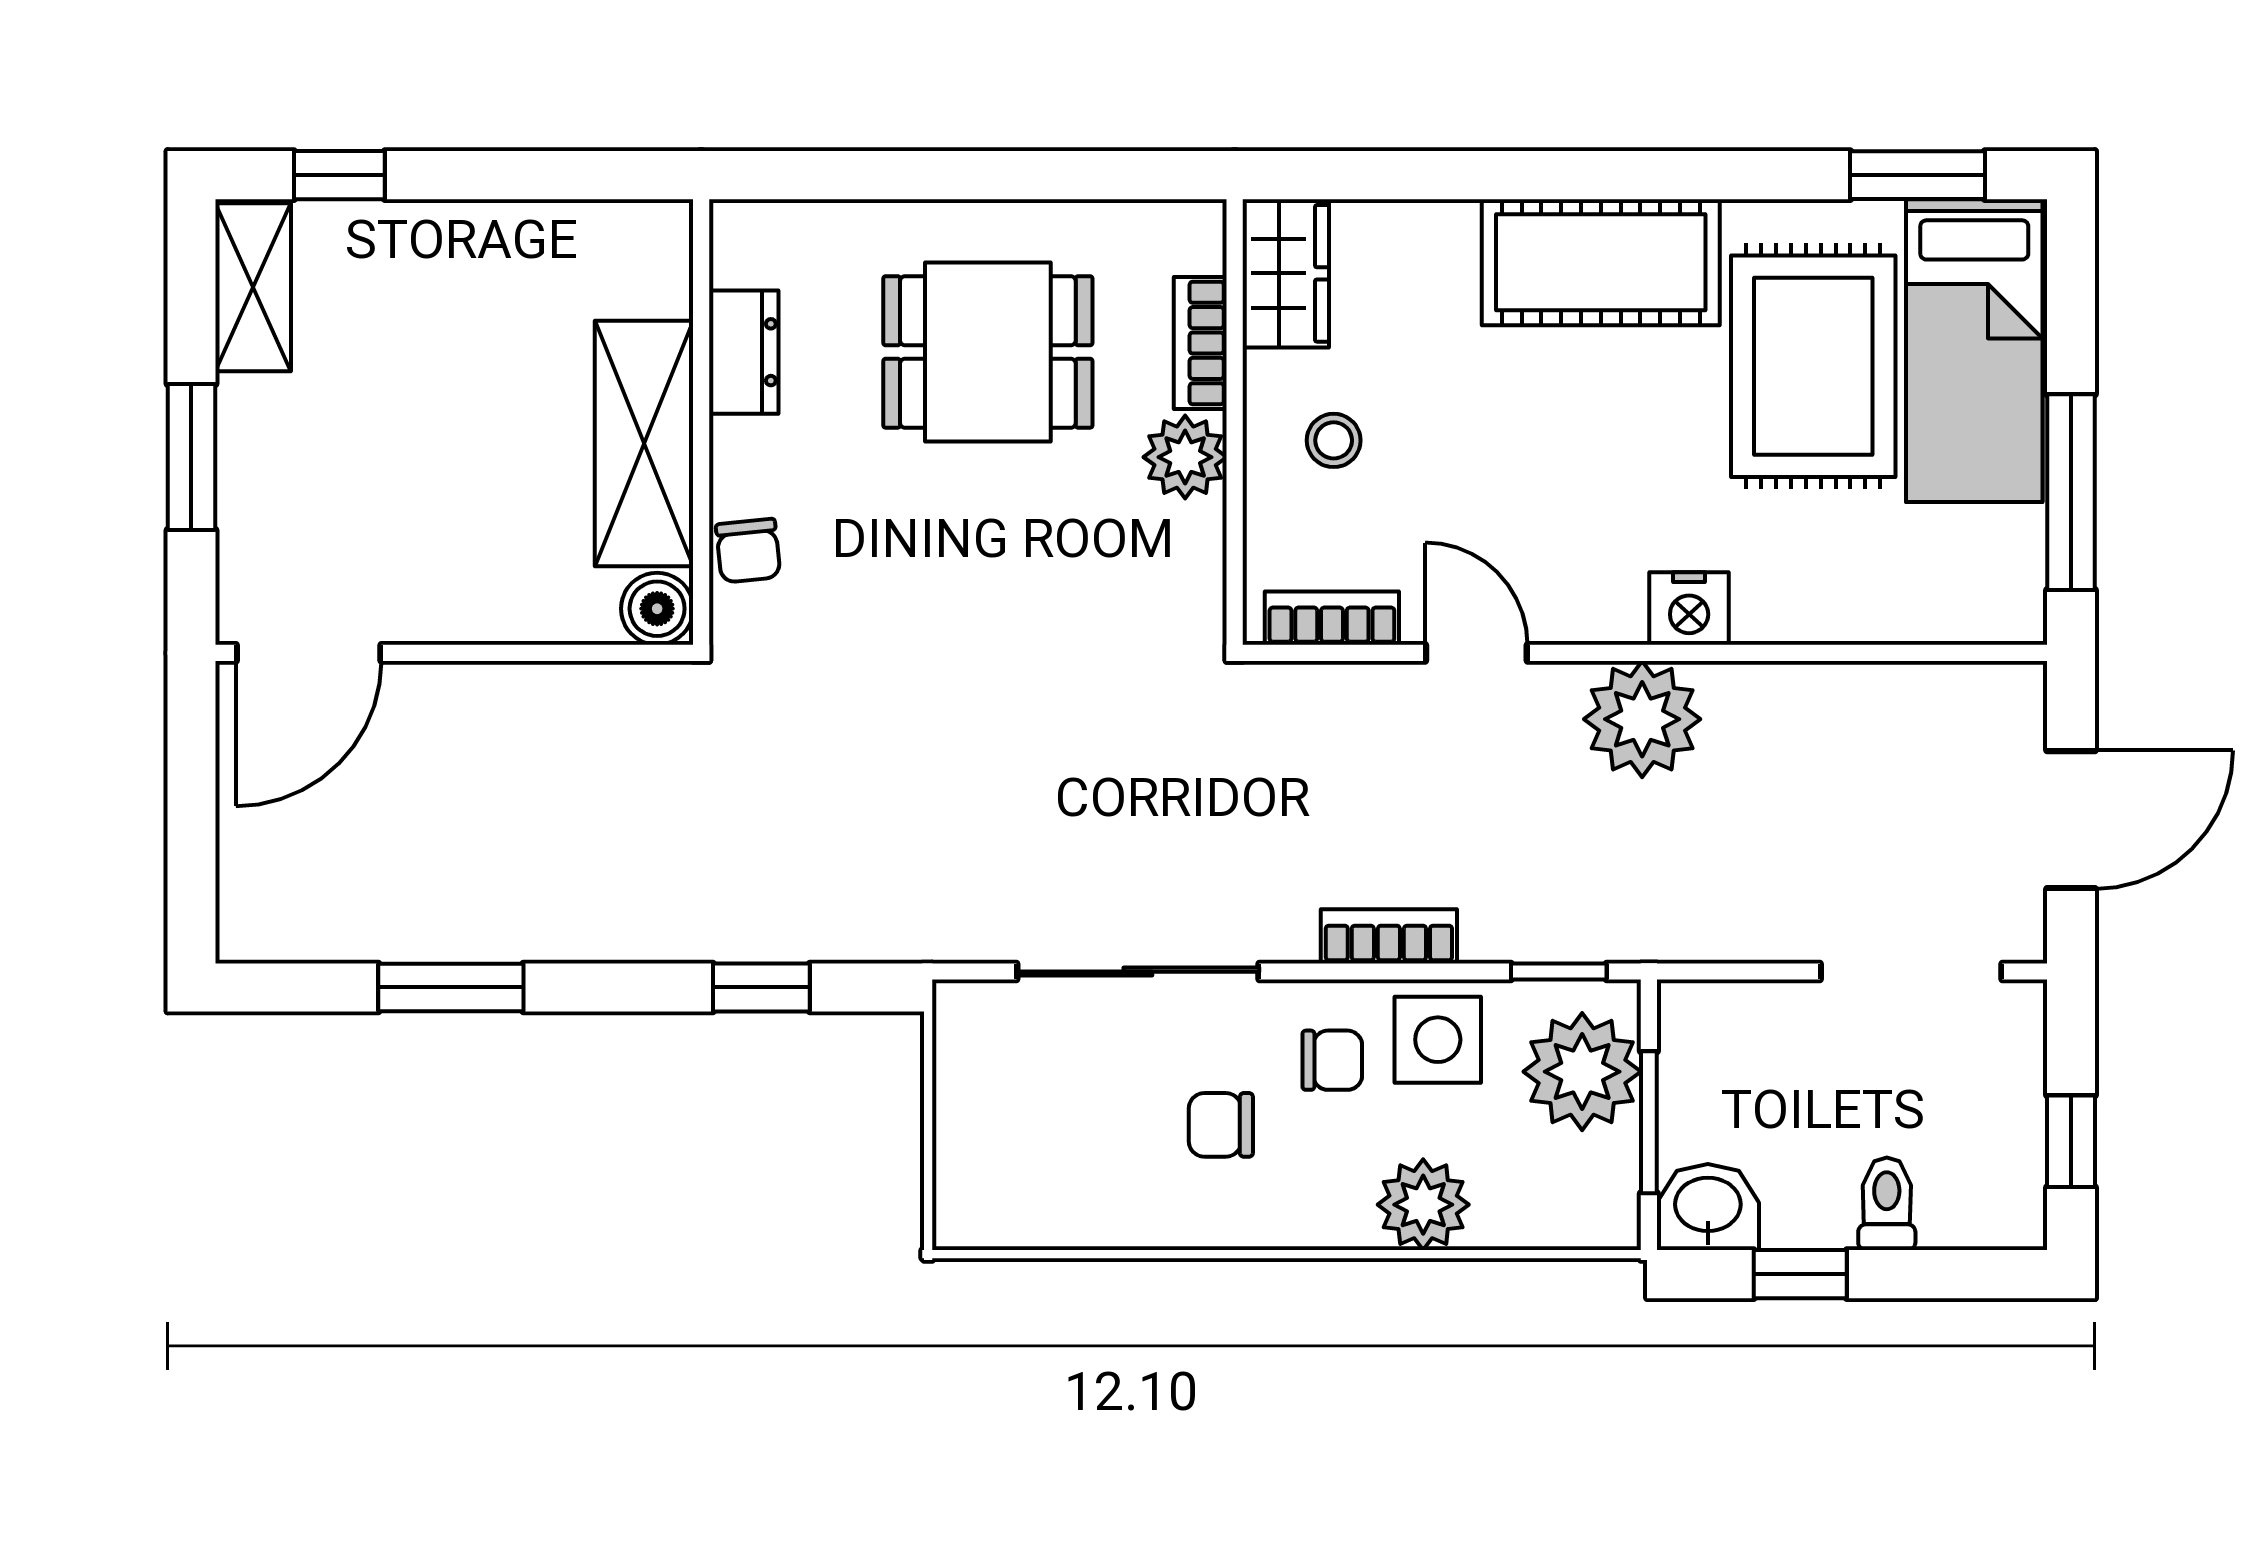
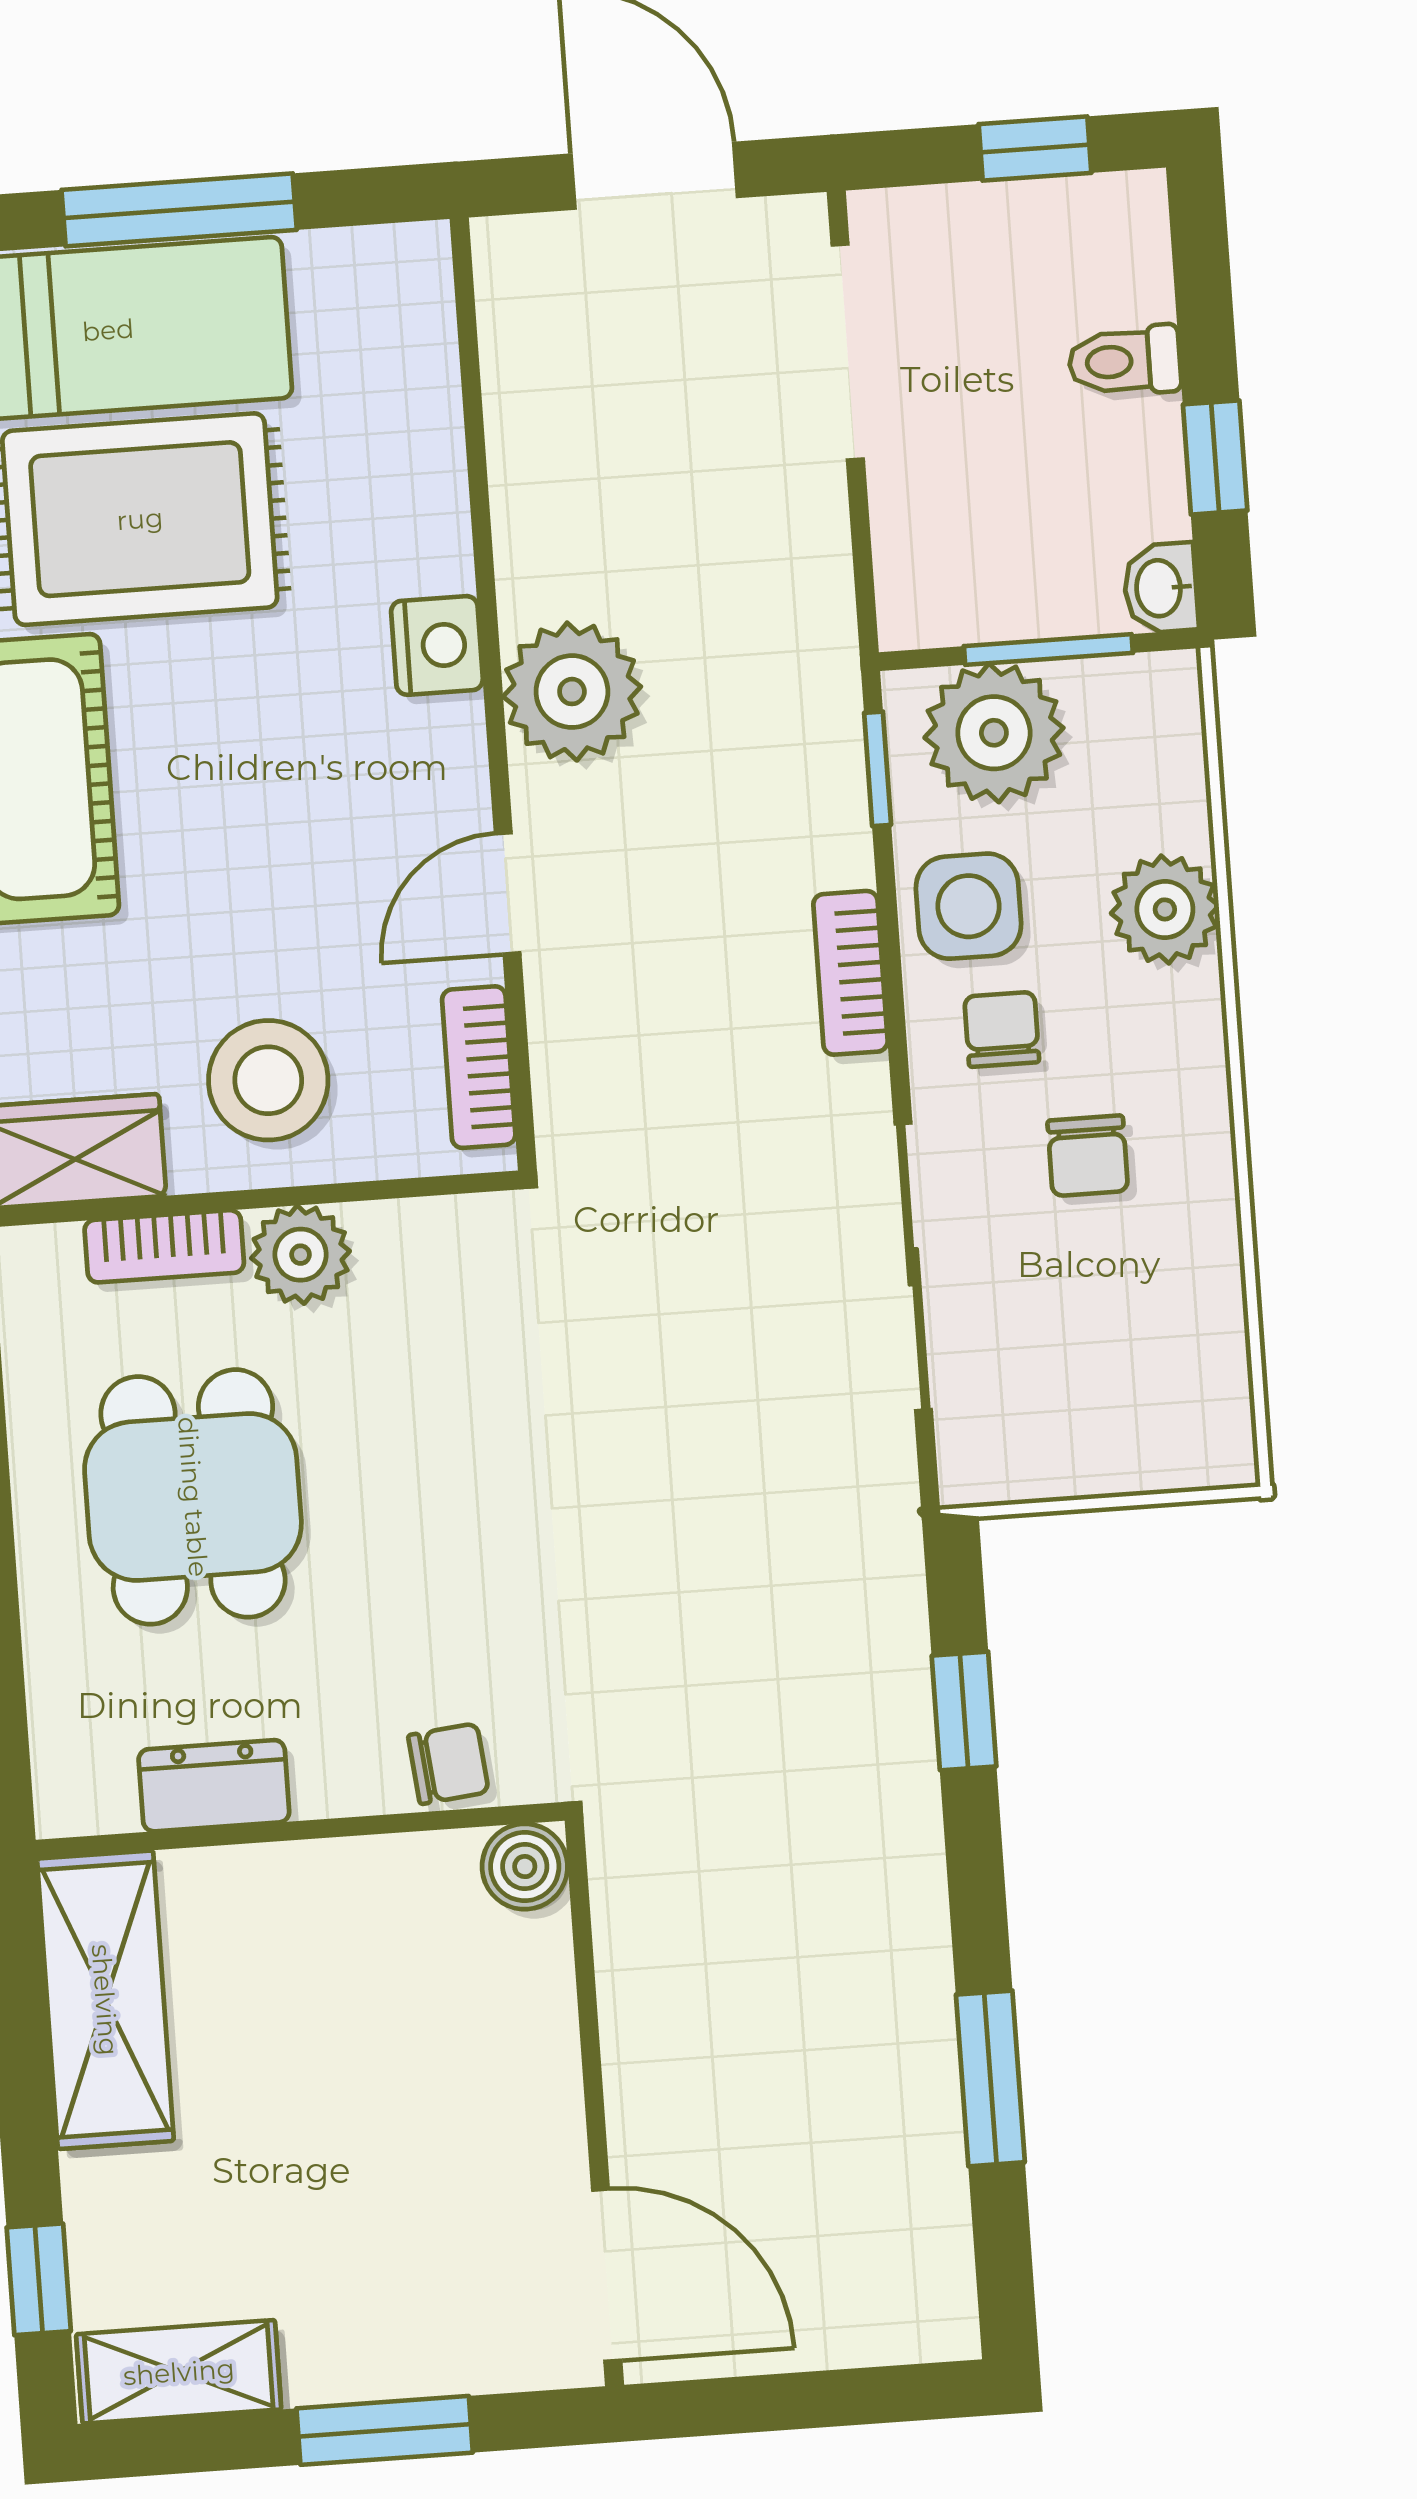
stool: (1334, 440) -> (268, 1080), width x1.89, depth x1.89
shelving: (644, 444) -> (105, 2000), moved, turned 90
window: (2071, 492) -> (179, 210), moved
washbasin: (1708, 1207) -> (1161, 588), width x0.72, depth x0.69

